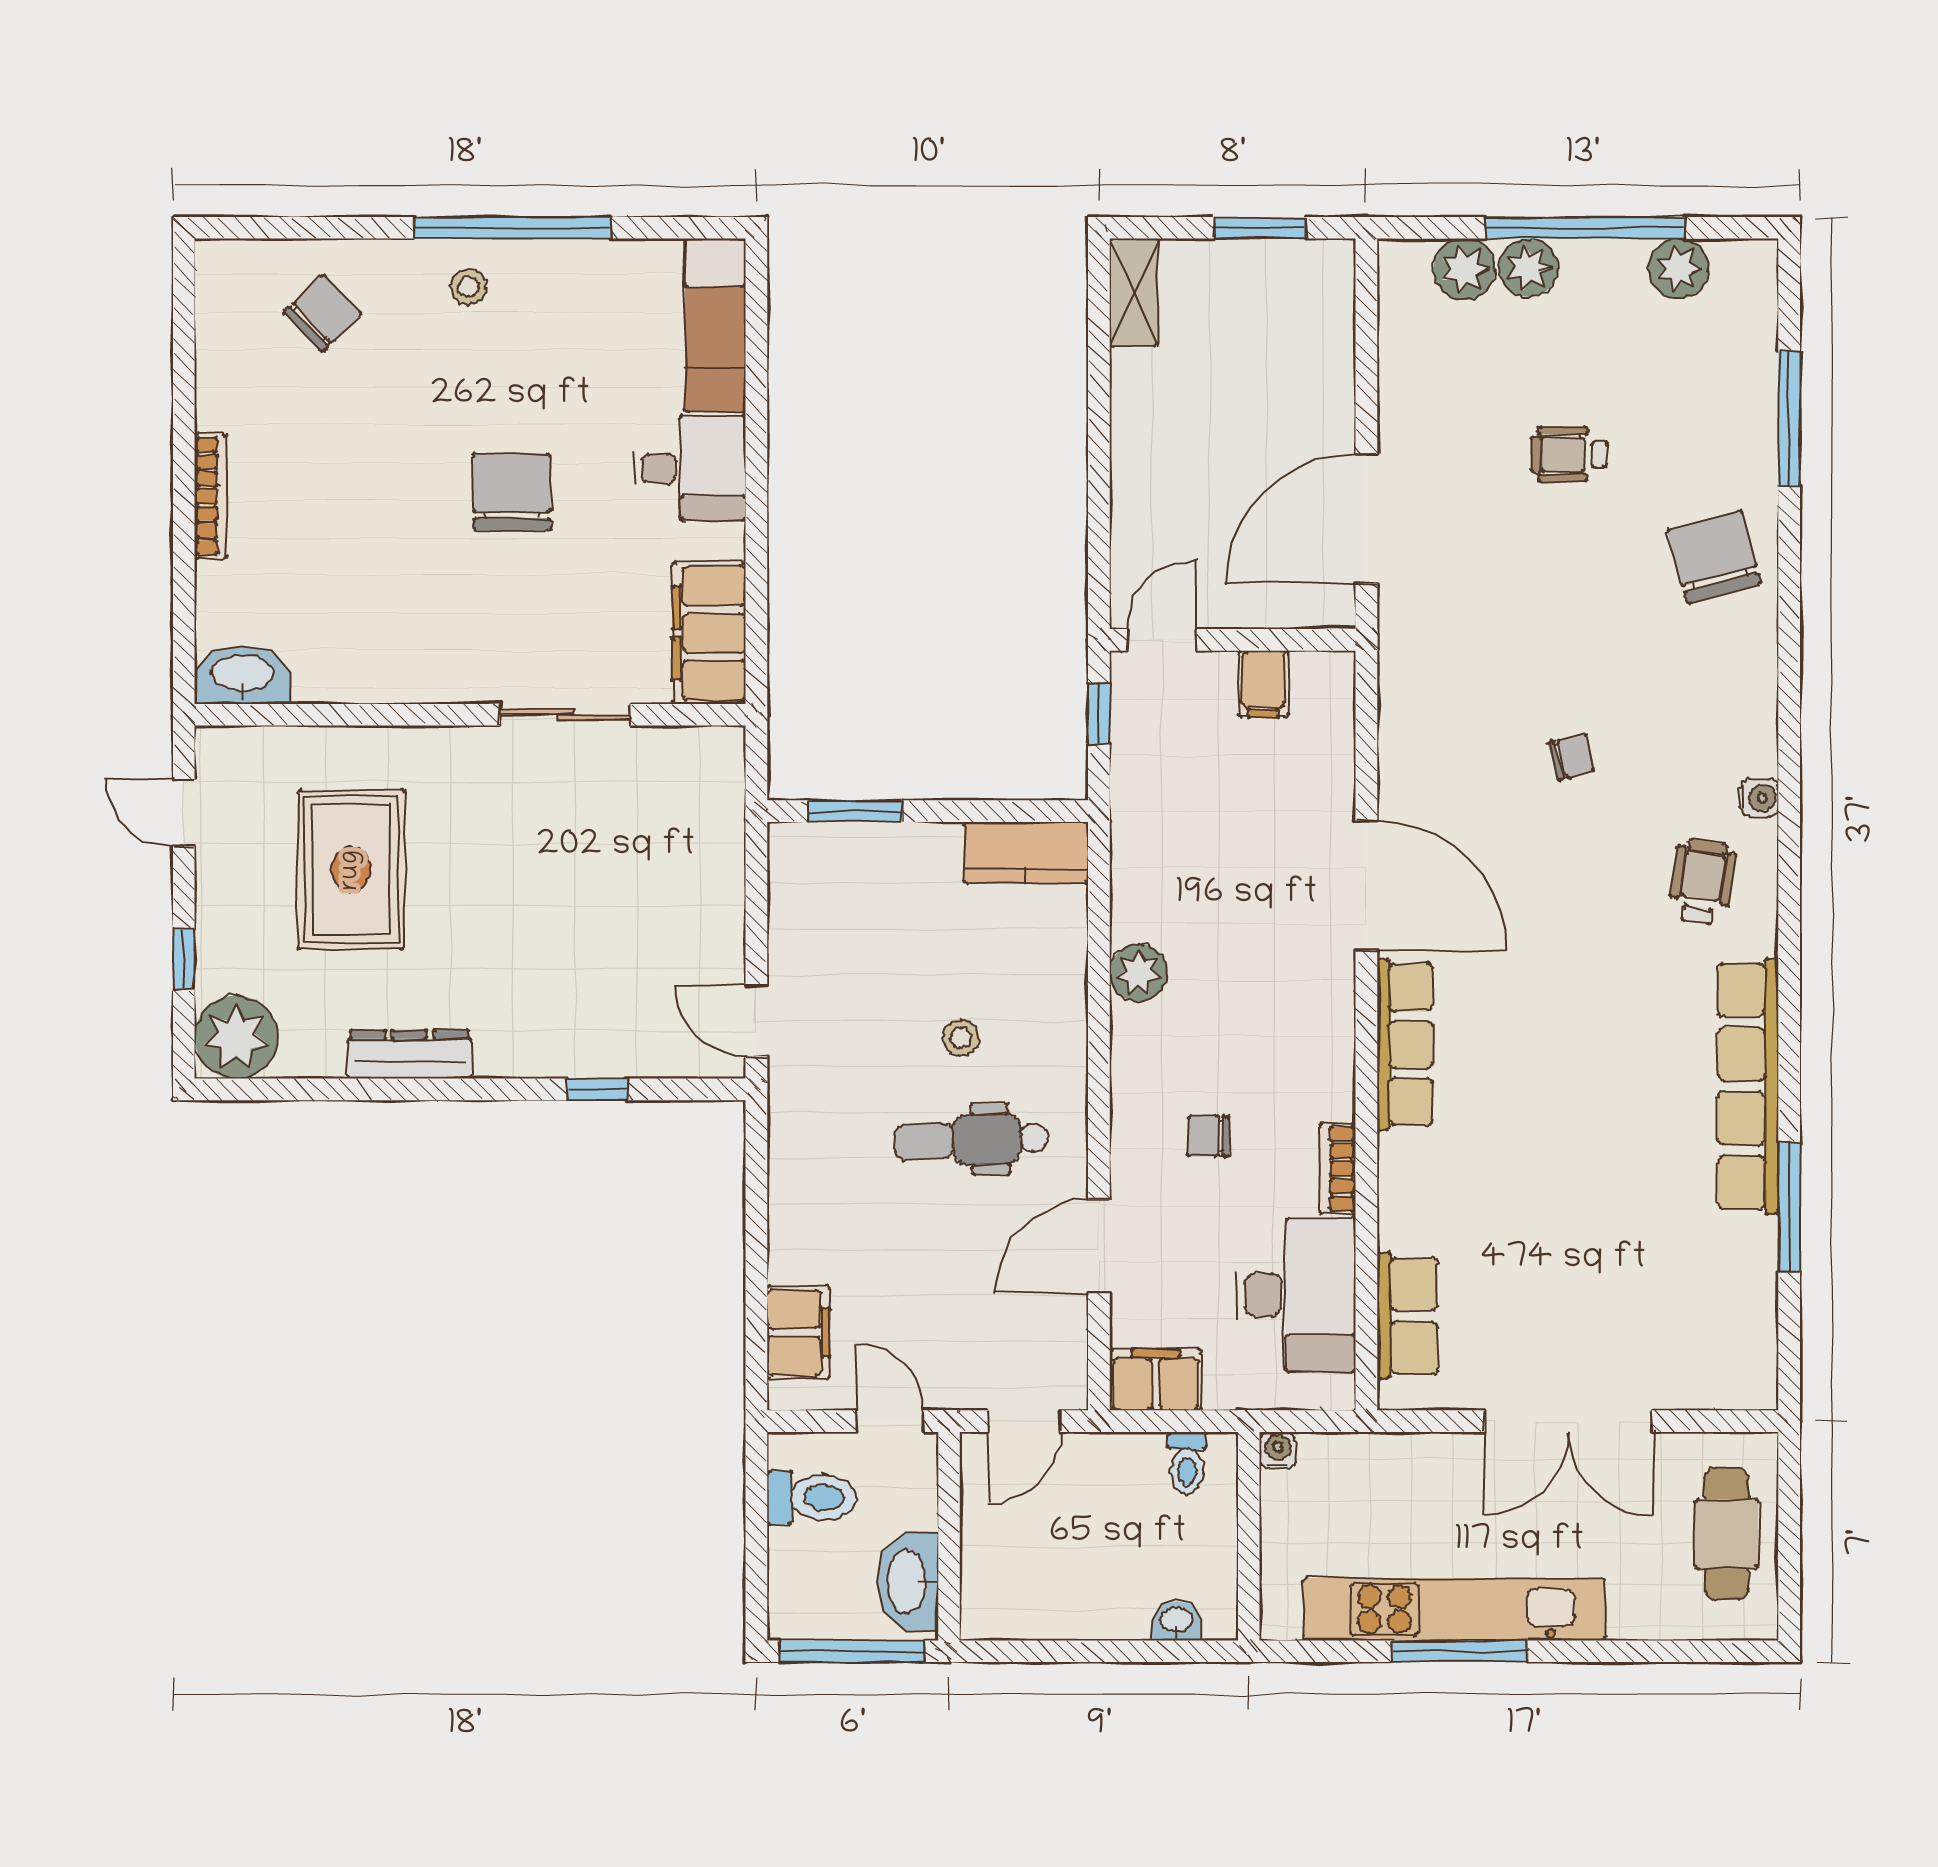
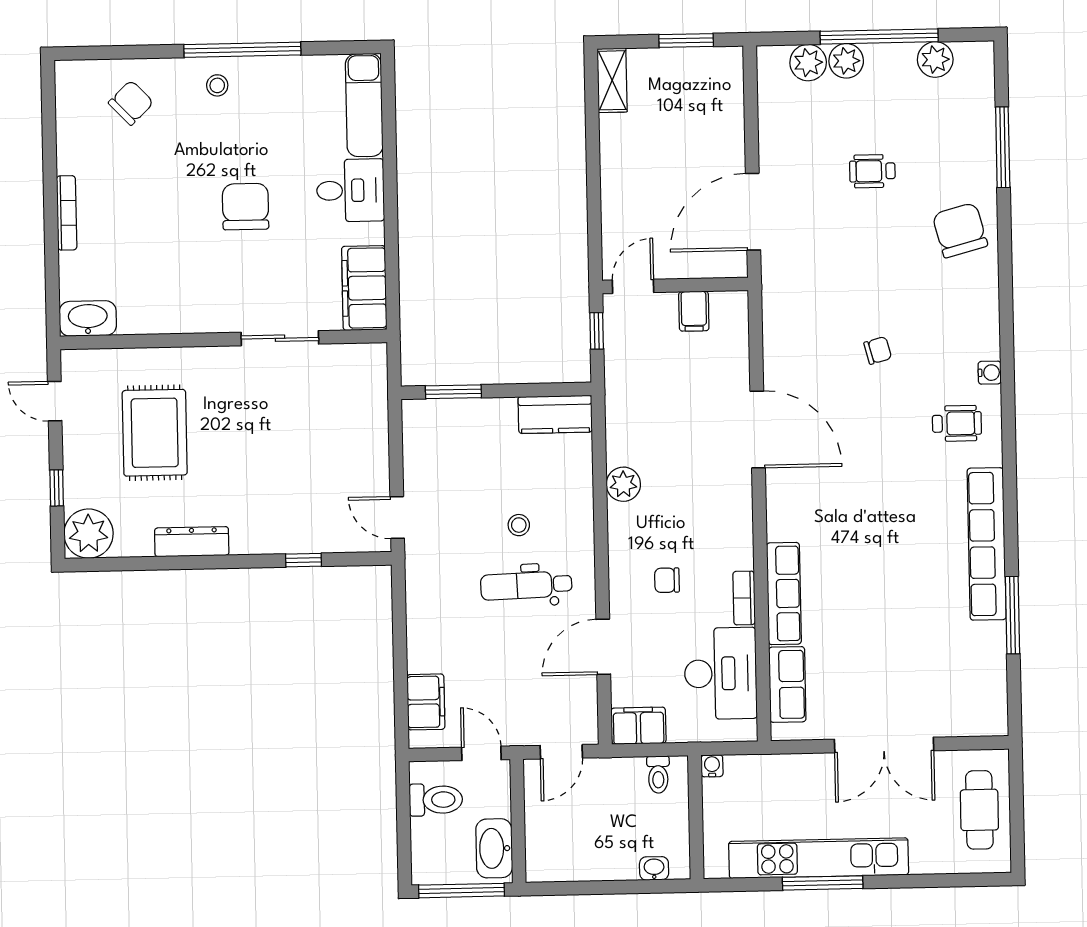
wheelchair: (1702, 882) -> (957, 423), turned 81
row of seats: (1405, 1044) -> (784, 594), moved

